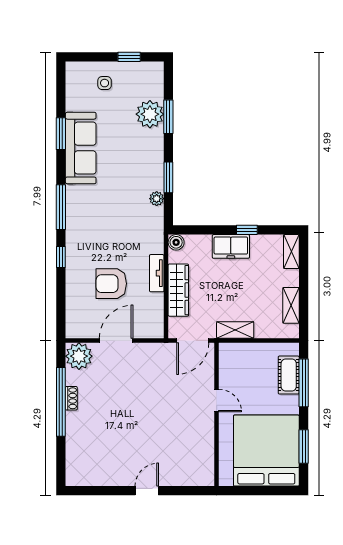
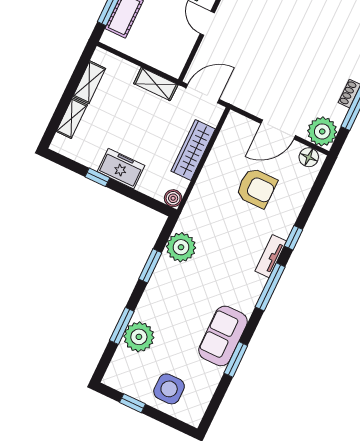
side table: (105, 83) -> (169, 389), width x1.87, depth x1.87
sofa: (81, 148) -> (223, 336), width x0.73
plant: (157, 199) -> (181, 247), width x1.87, depth x1.87
shelving: (291, 252) -> (72, 118), moved
tv unit: (157, 273) -> (271, 256), moved, turned 180
floor lamp: (80, 330) -> (309, 157), added

